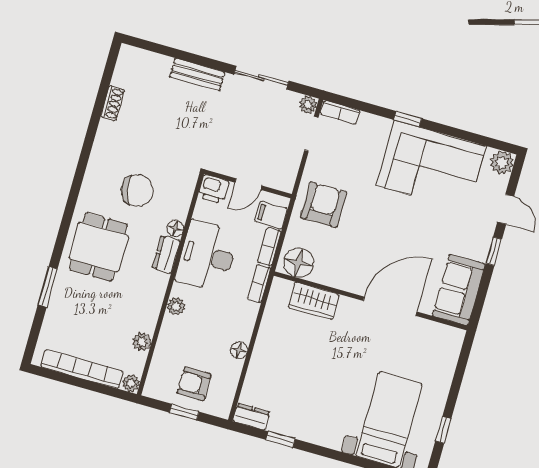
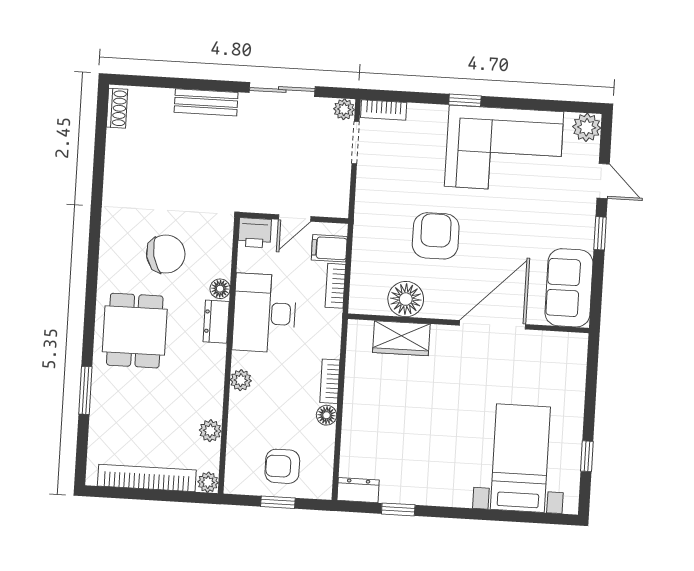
shoe rack: (113, 103) -> (117, 108), moved
armchair: (323, 205) -> (436, 236), moved
floor lamp: (299, 263) -> (406, 299), moved
bookcase: (259, 284) -> (330, 381), moved

